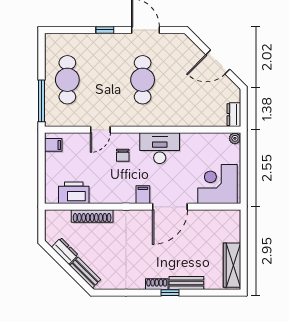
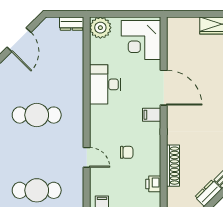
plant: (235, 138) -> (100, 28), width x1.88, depth x1.88
desk: (160, 148) -> (105, 84), moved
chair: (123, 155) -> (127, 152), moved
printer: (74, 193) -> (153, 184), width x0.53, depth x0.68

